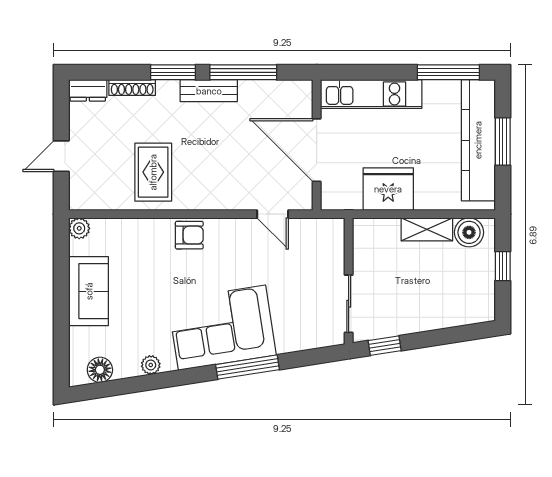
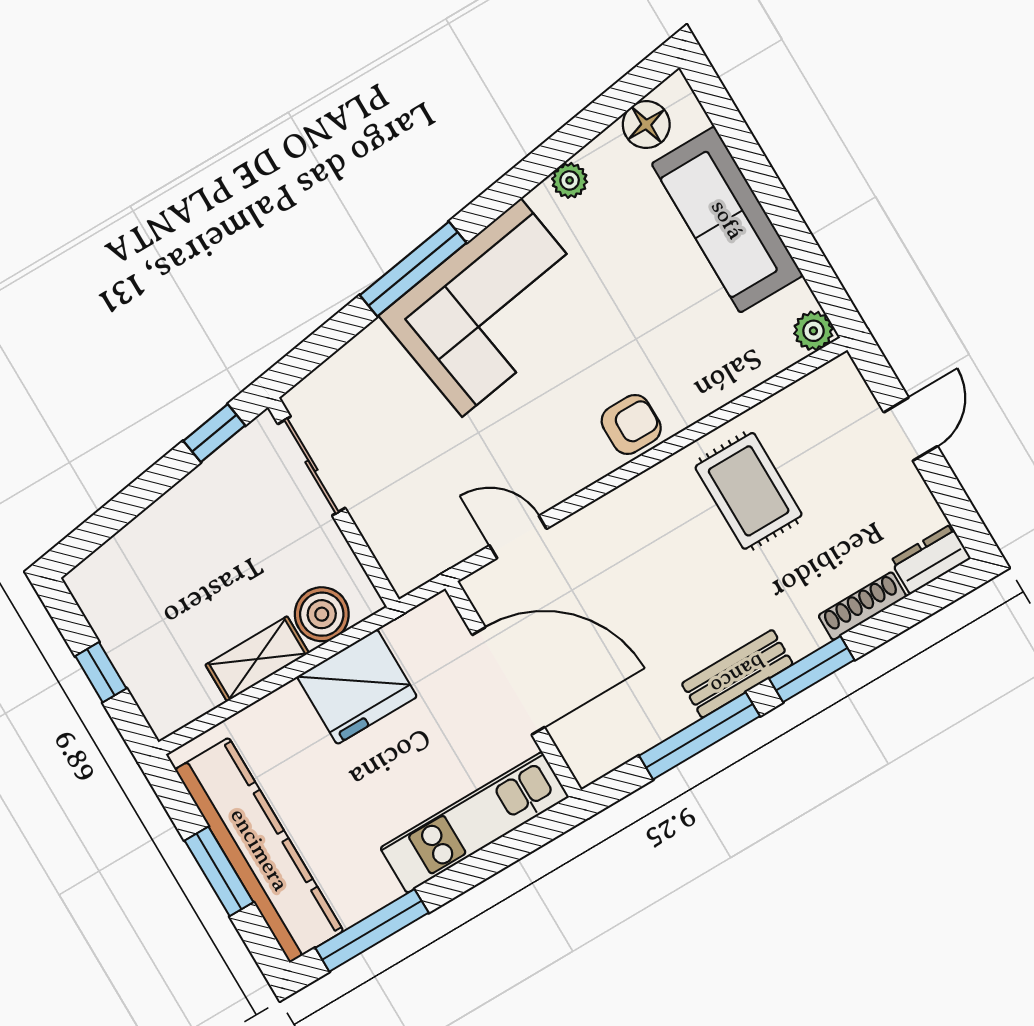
boiler: (469, 232) -> (322, 614), moved
armchair: (189, 235) -> (631, 424), turned 180
sofa: (89, 291) -> (727, 220), width x1.36

